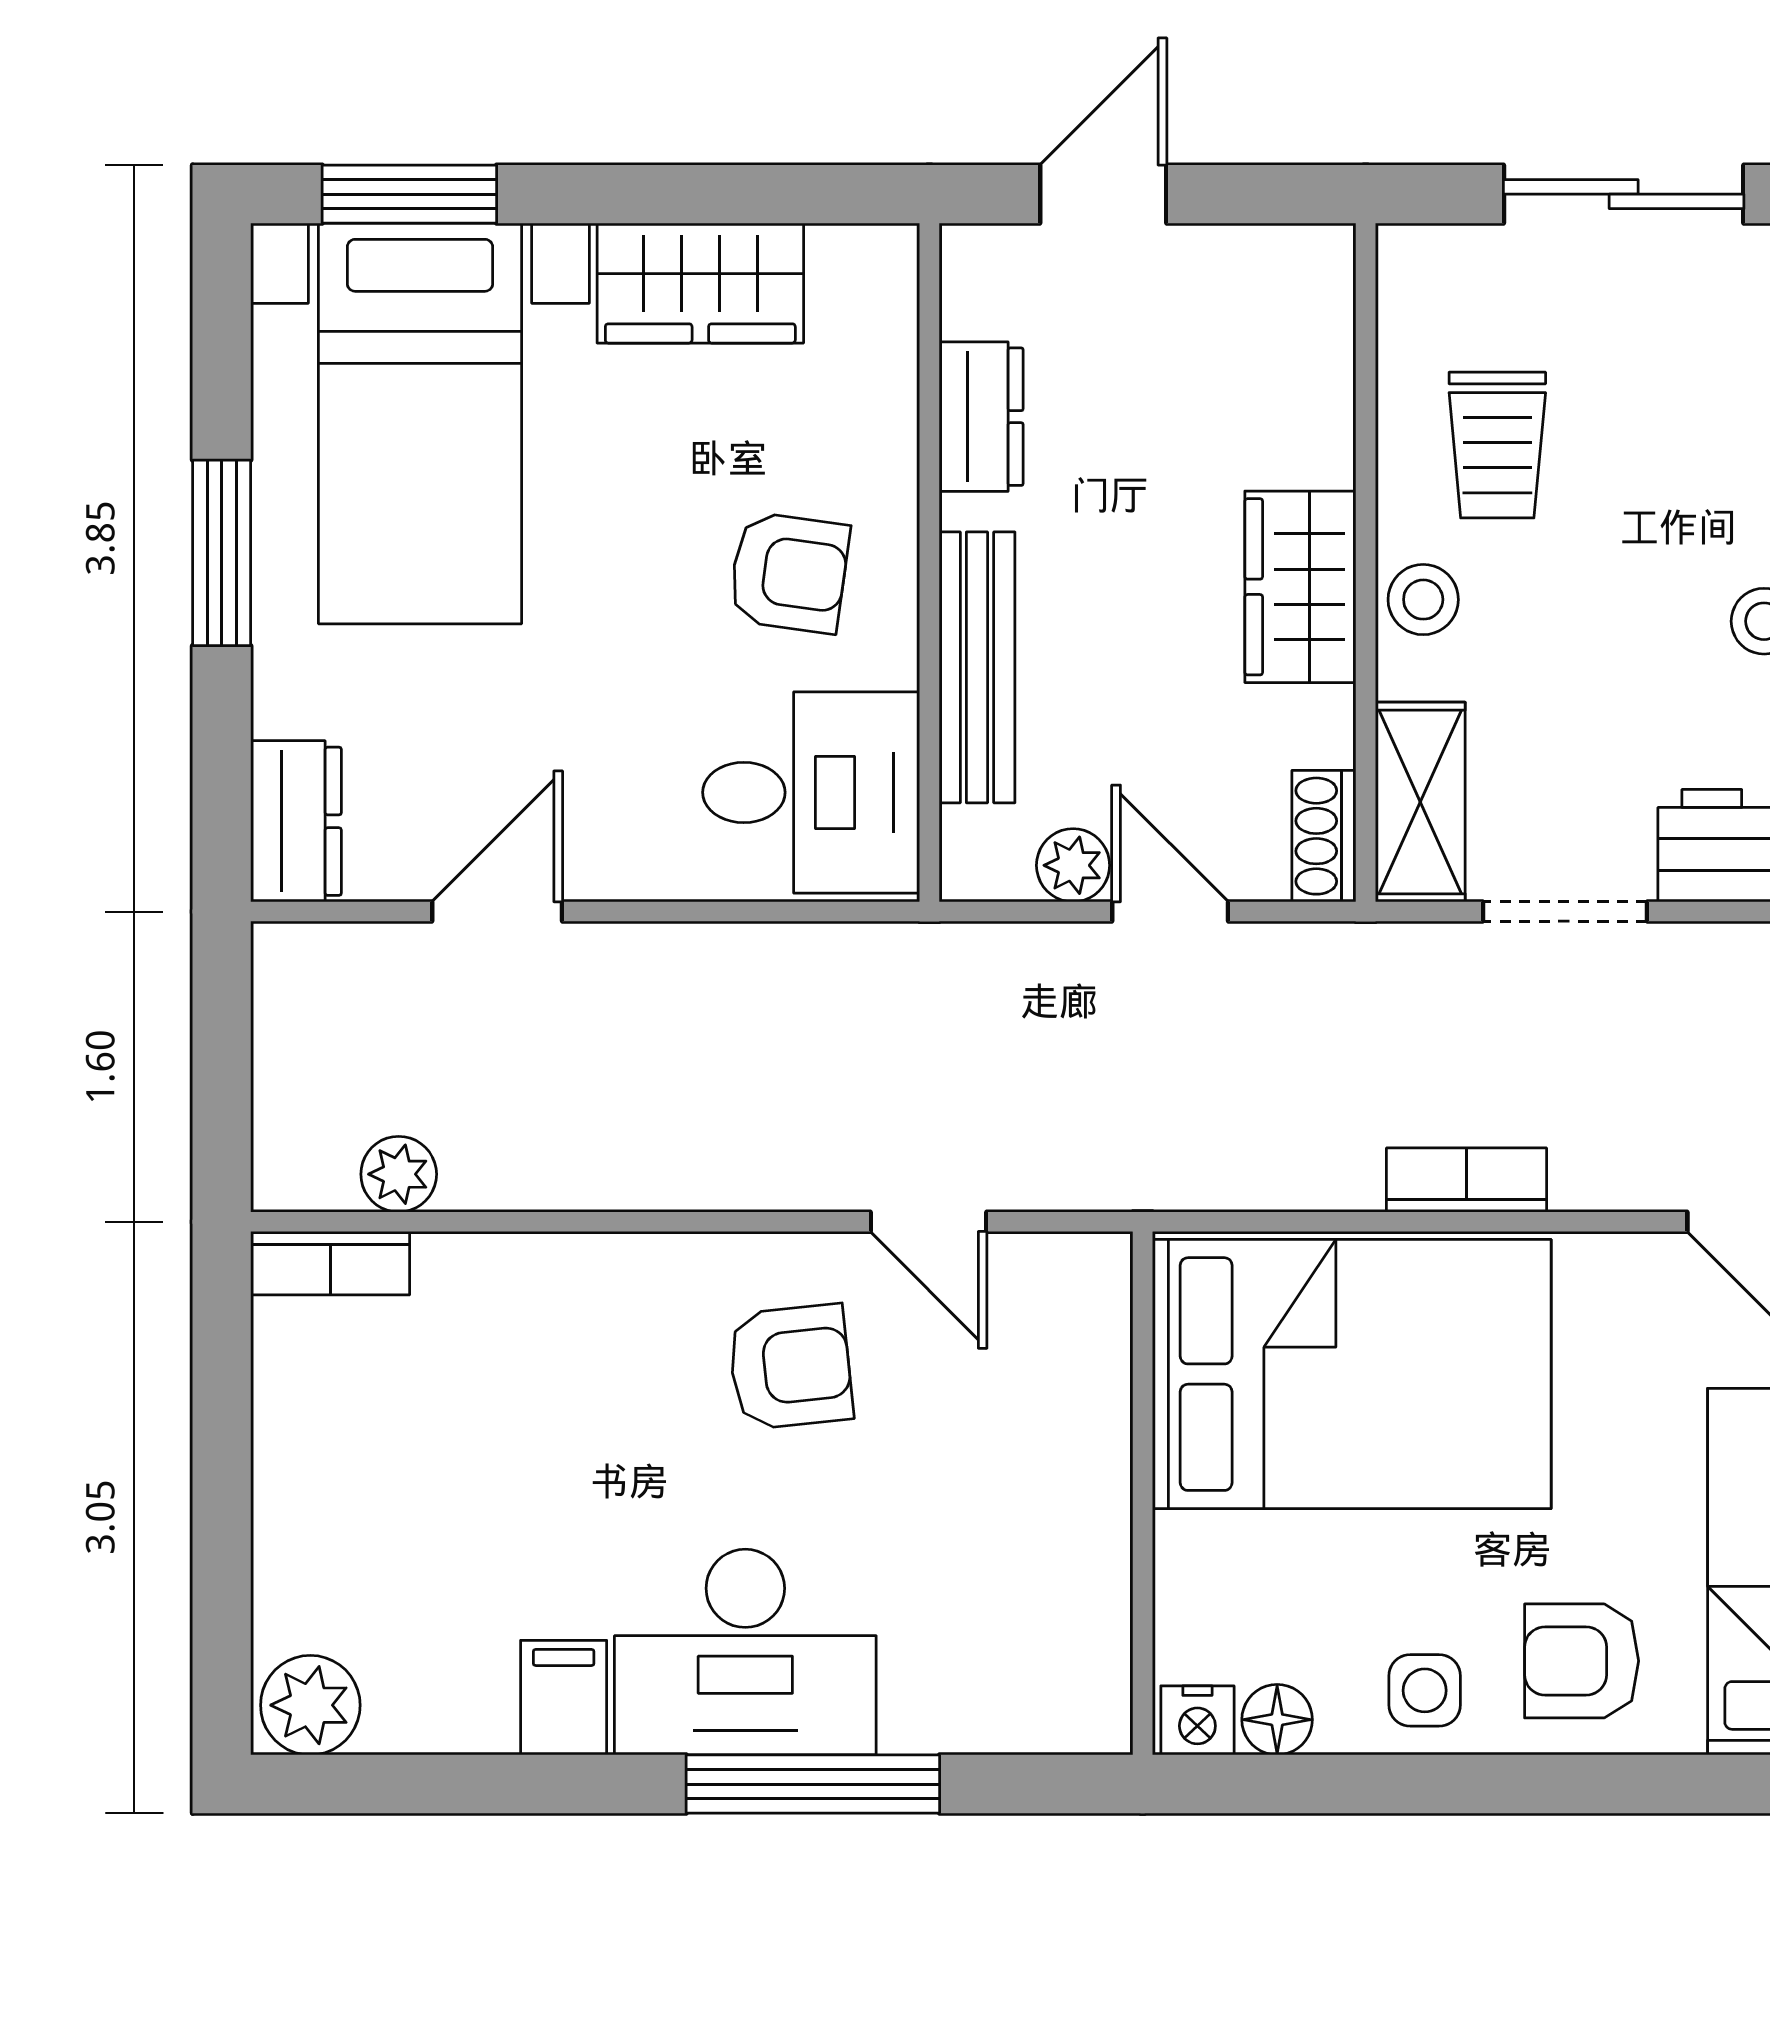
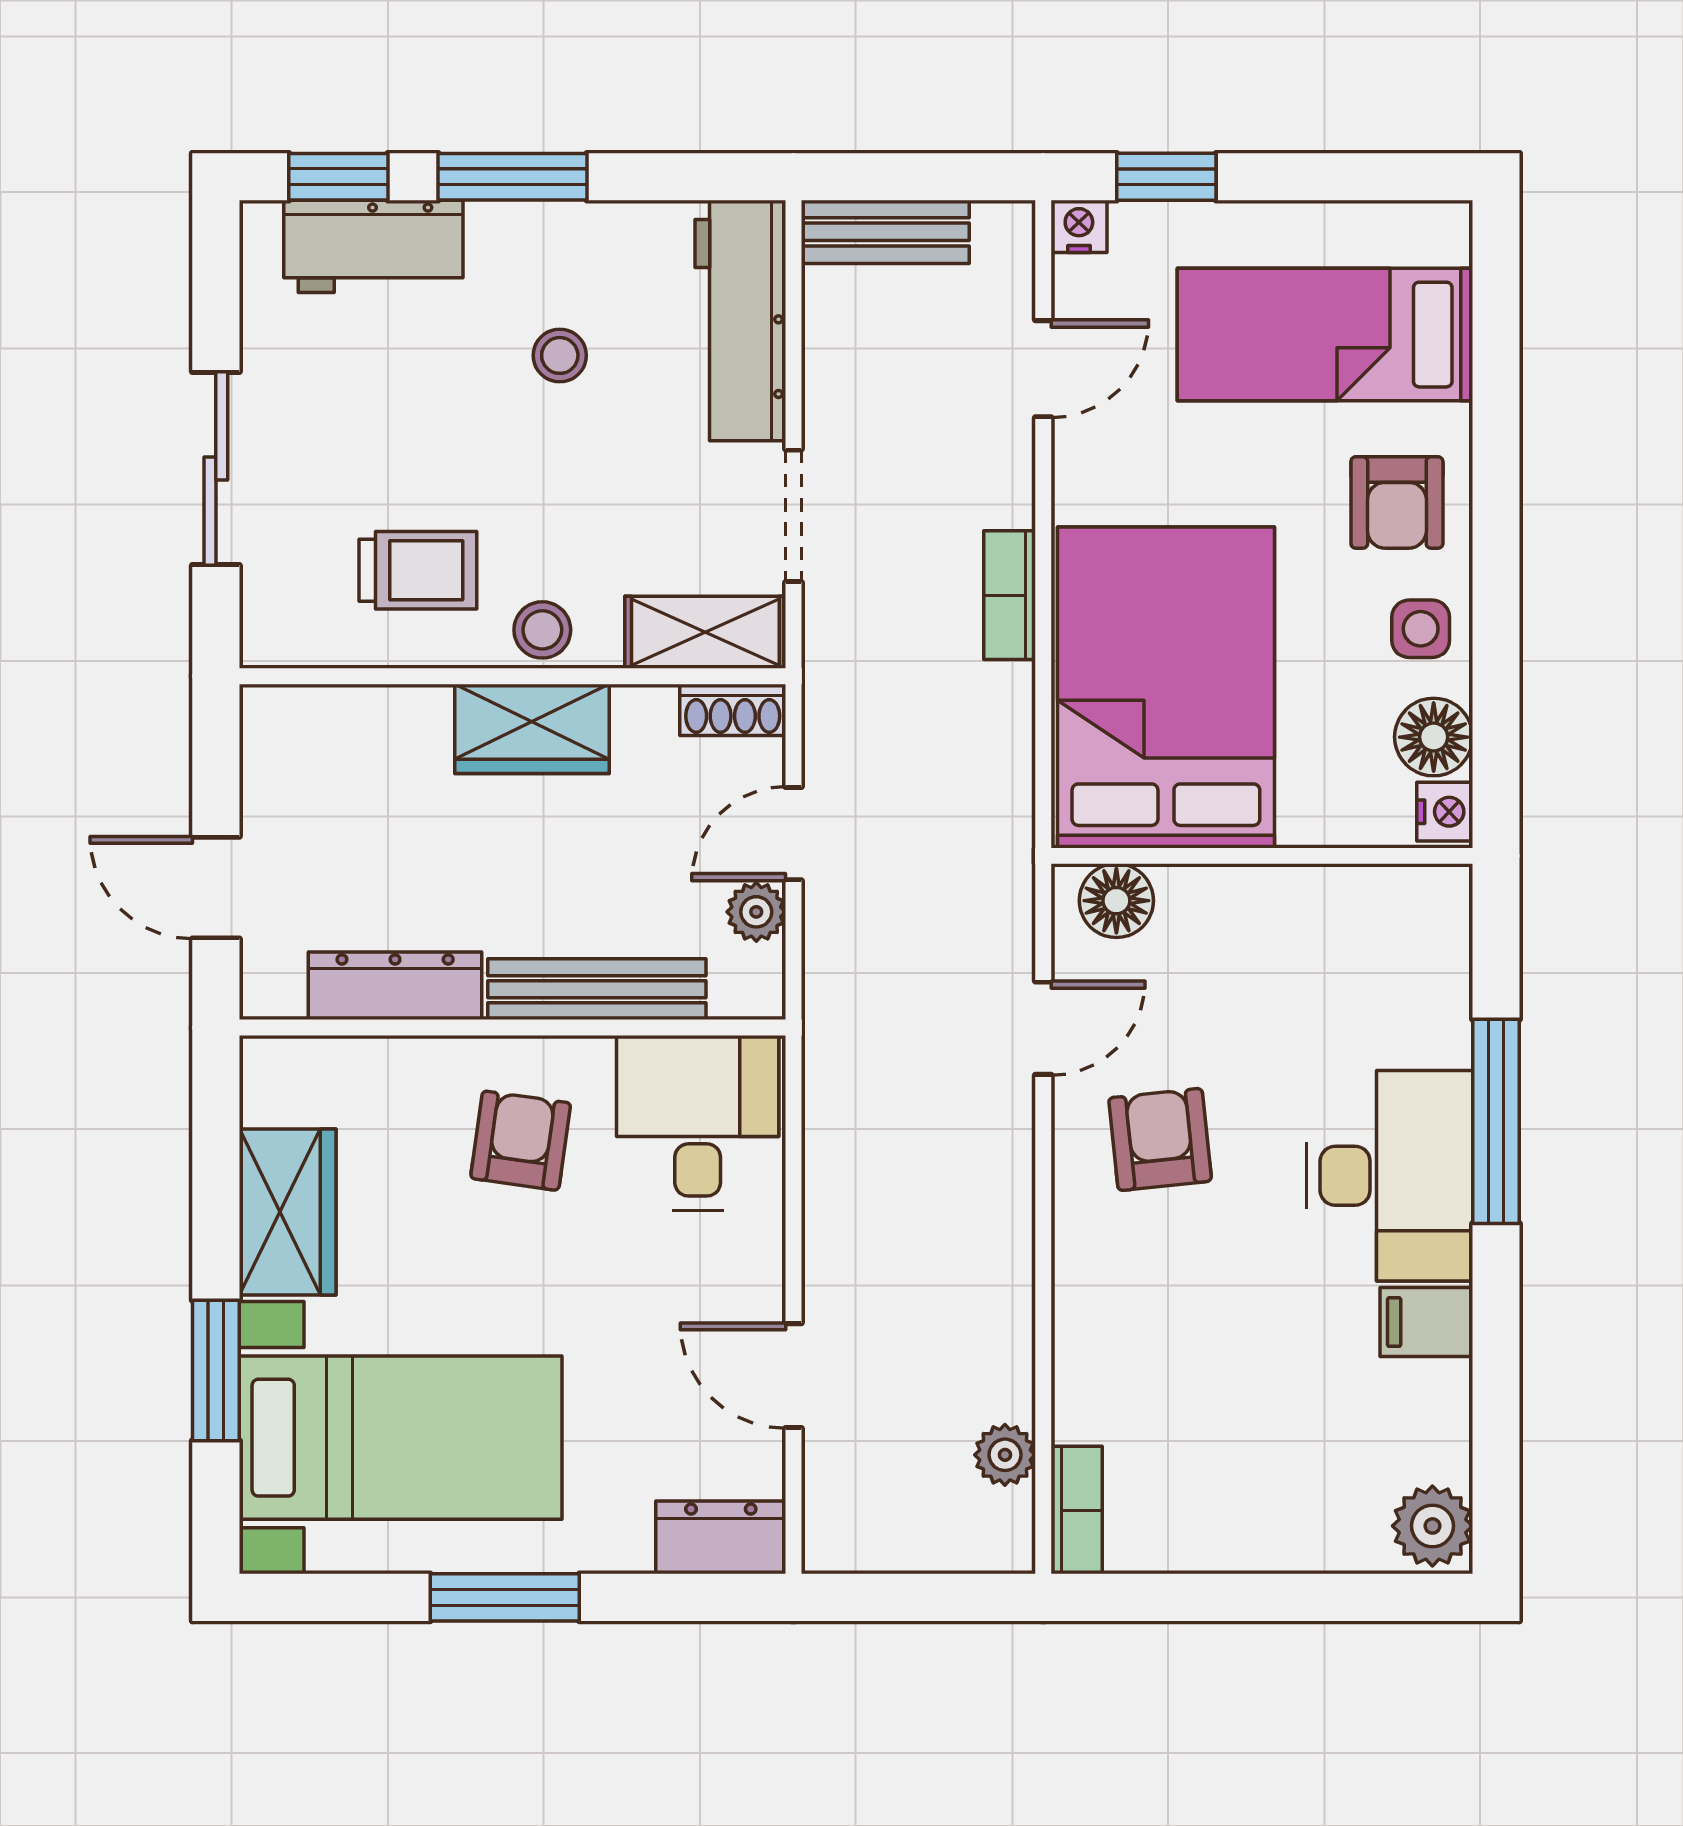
window: (409, 194) -> (216, 1370), moved
dresser: (981, 417) -> (395, 986), width x1.44
floor lamp: (1087, 1312) -> (1116, 901), added
floor lamp: (1277, 1720) -> (1434, 737), width x1.37, depth x1.37

